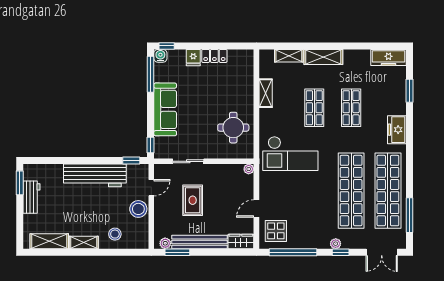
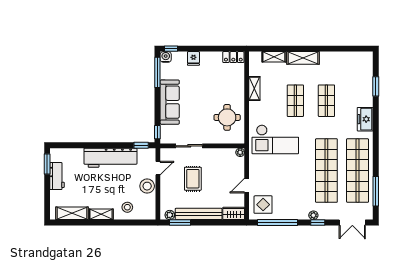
locker: (214, 56) -> (233, 57), moved
freezer: (389, 57) -> (358, 58), removed

